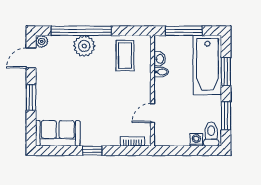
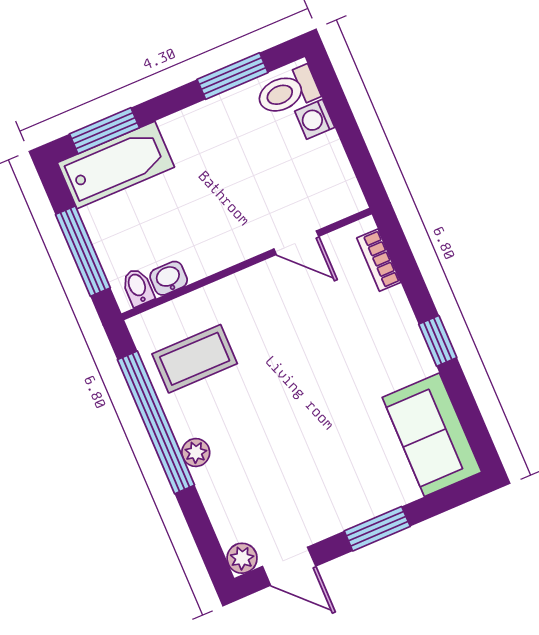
window: (81, 31) -> (156, 422), moved
plant: (84, 46) -> (196, 453), width x0.53, depth x0.53
bathtub: (207, 65) -> (116, 165), width x0.73, depth x0.73
bidet: (161, 72) -> (138, 287), moved
window: (226, 72) -> (104, 131), moved

